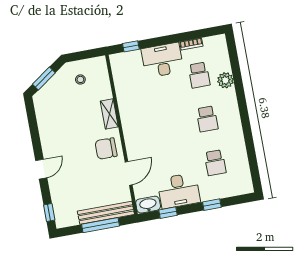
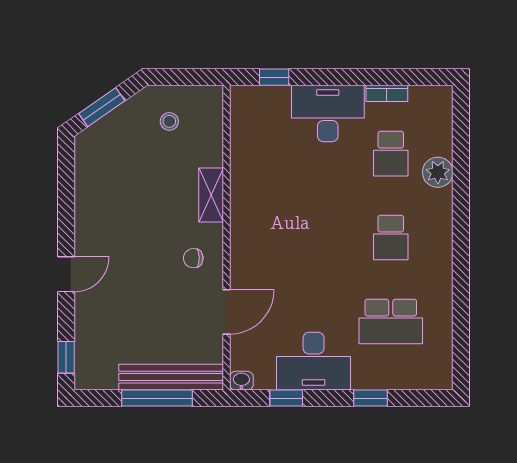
chair: (106, 149) -> (193, 258), width x0.54, depth x0.54
school desk: (215, 163) -> (391, 321), width x1.85
washbasin: (148, 205) -> (241, 381), width x0.52, depth x0.69

